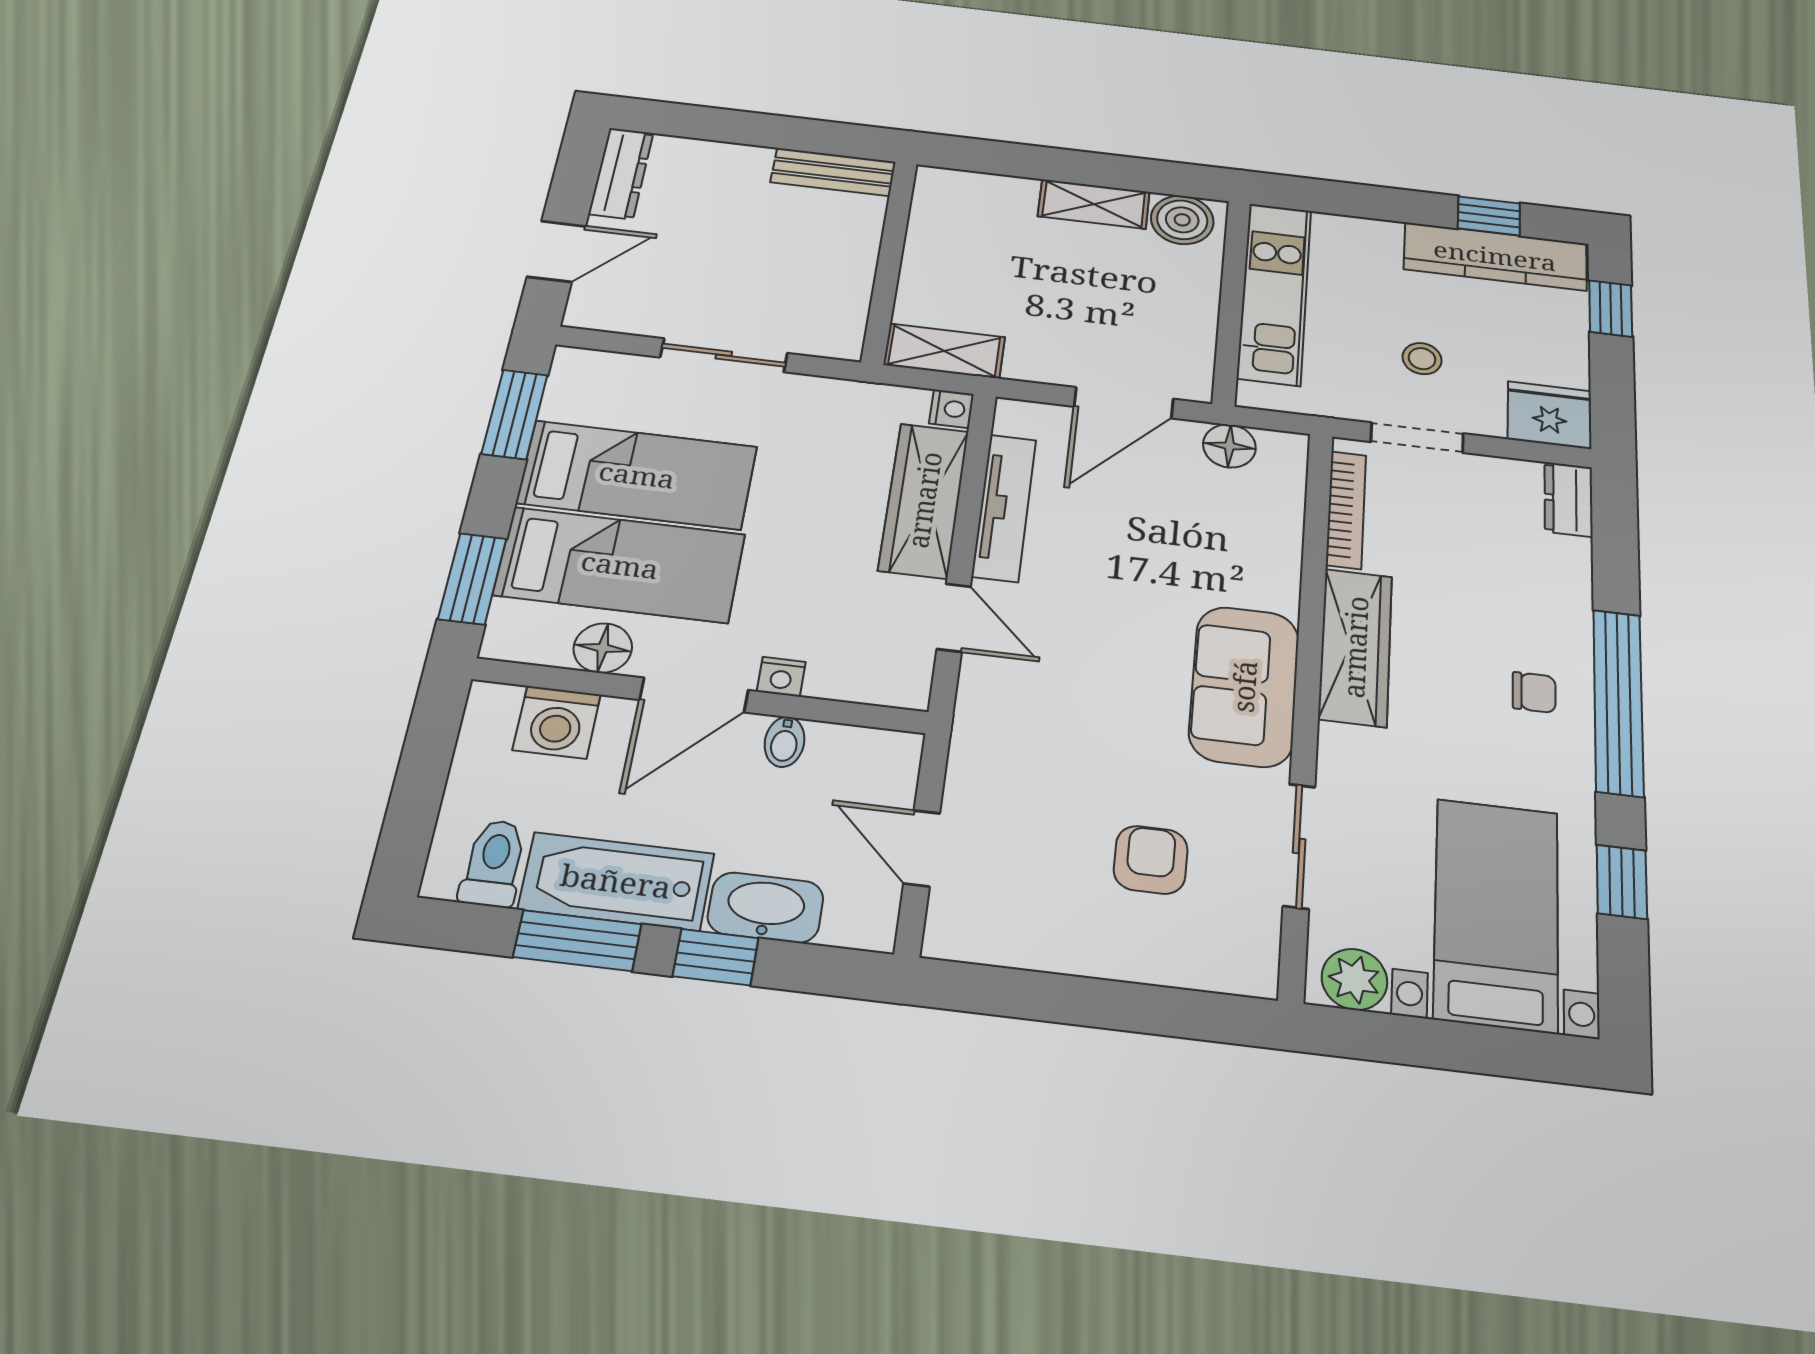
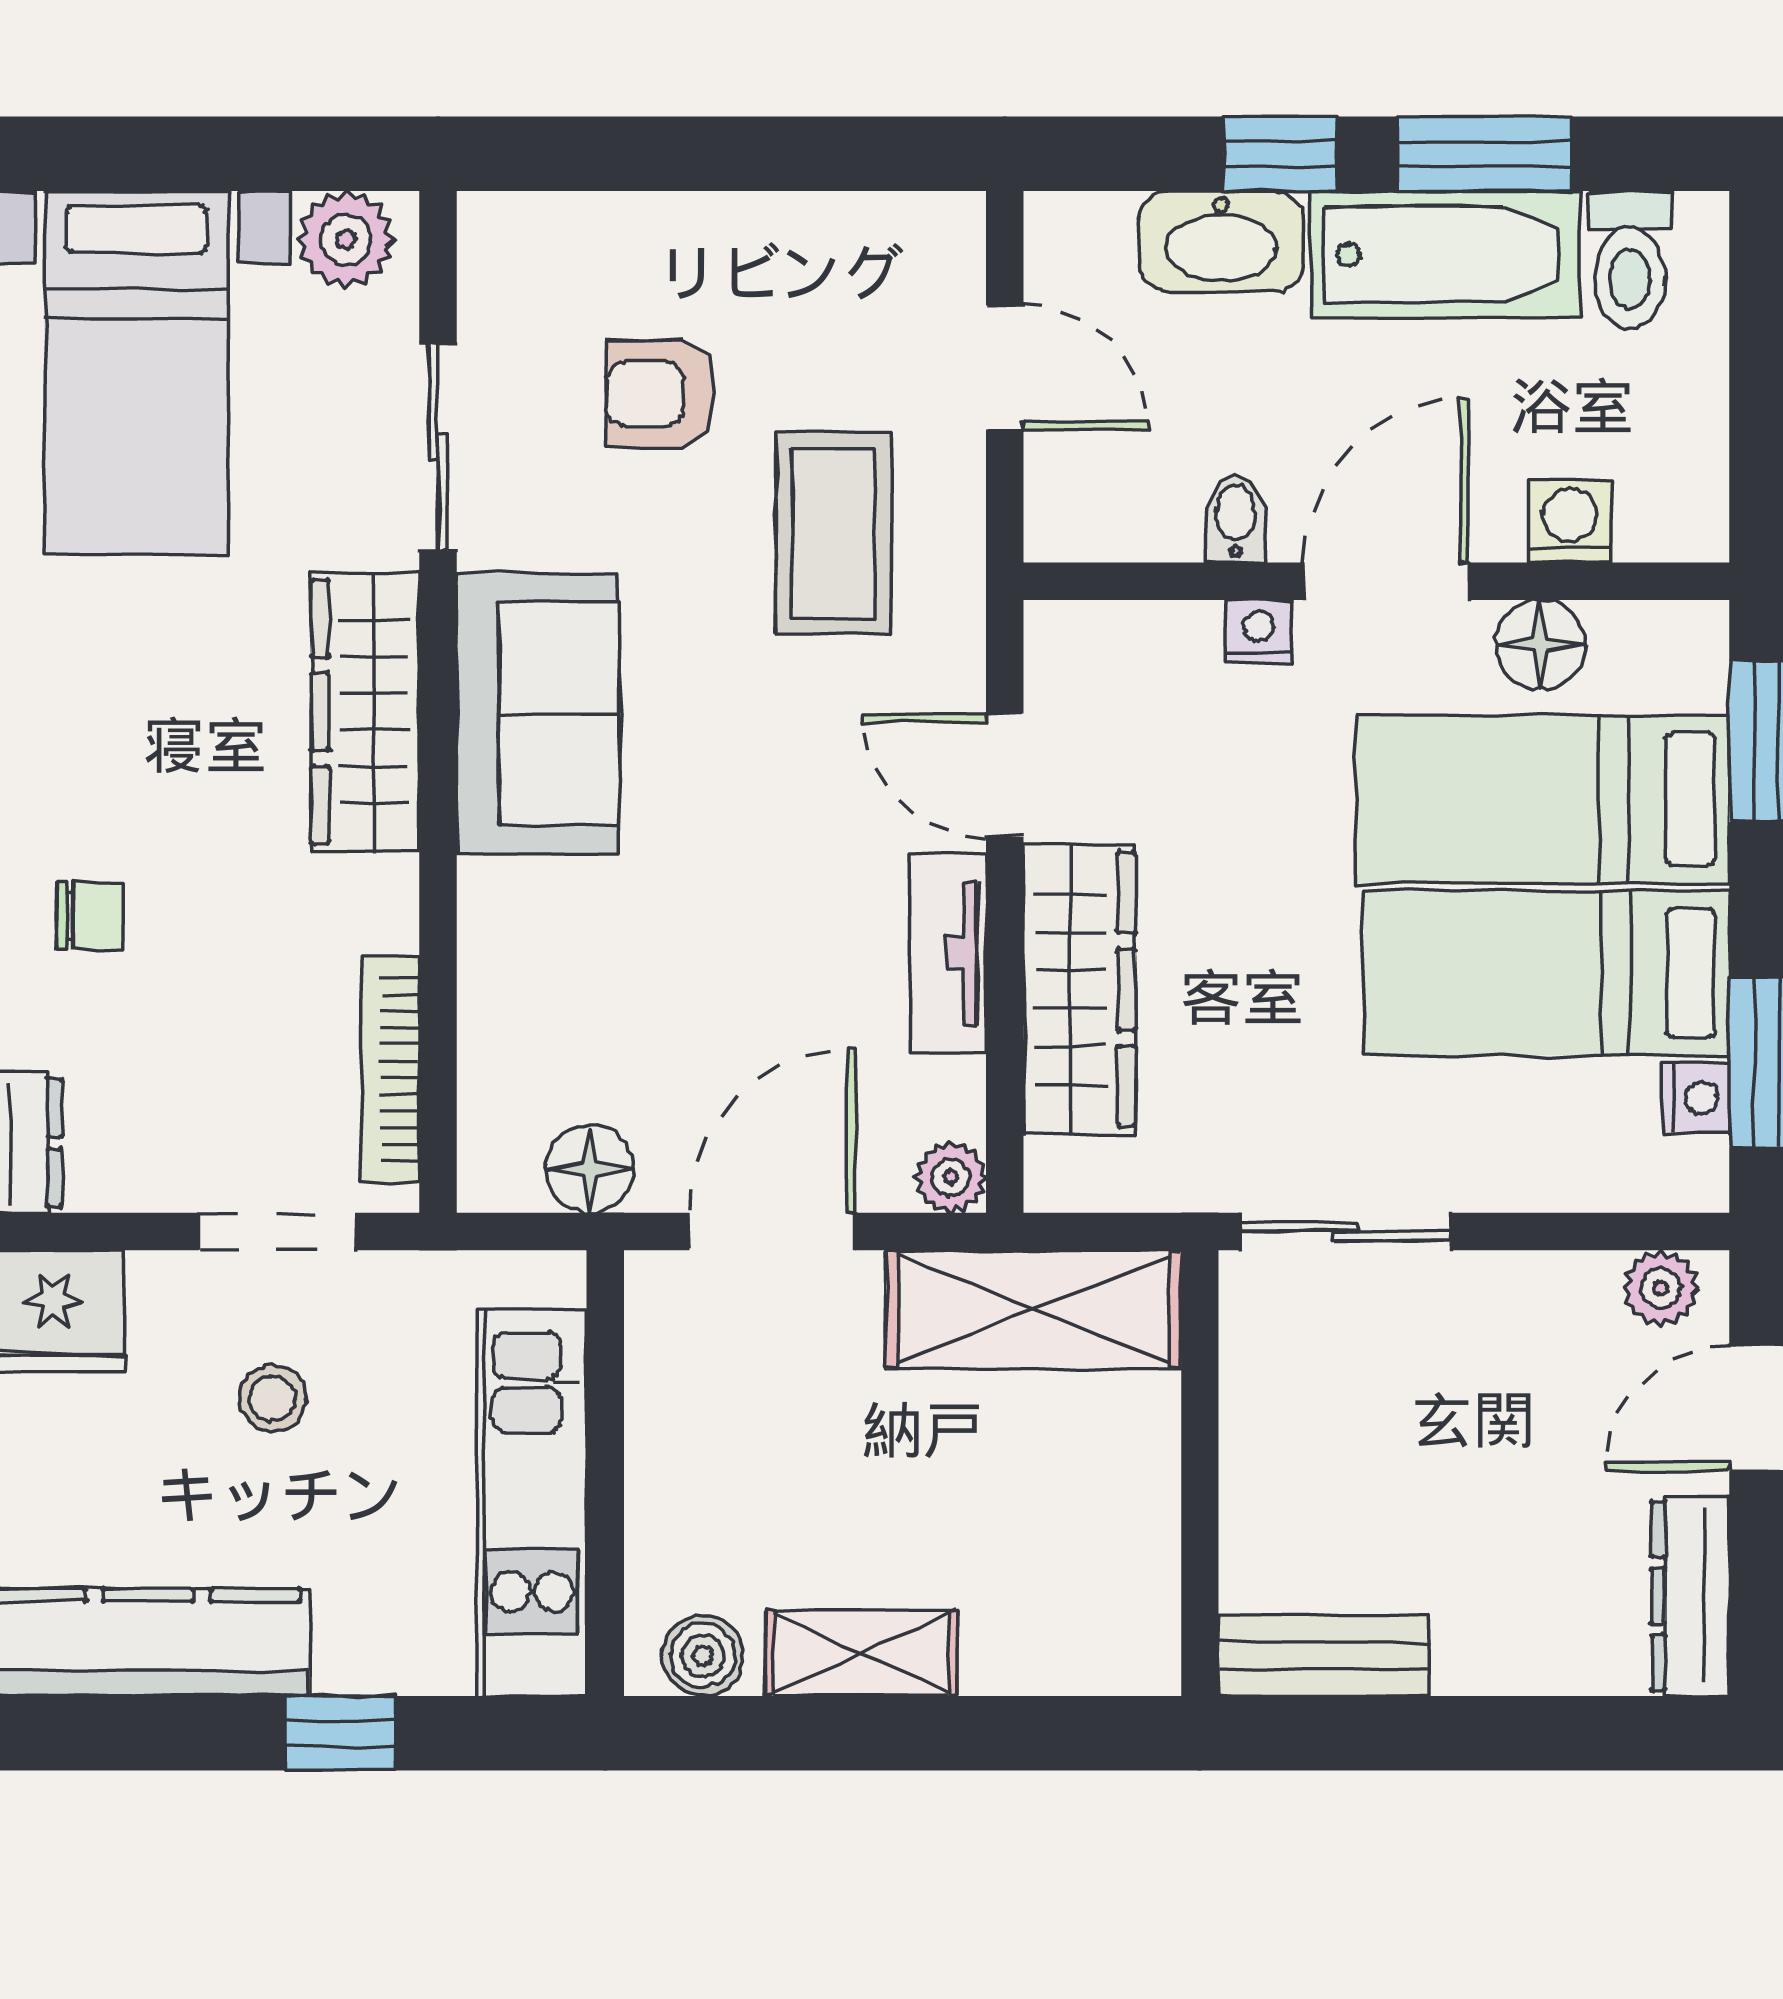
window: (1489, 216) -> (340, 1733), moved
boiler: (1182, 220) -> (703, 1656), width x0.73, depth x0.73
plant: (605, 314) -> (1661, 1288), added
shelving: (944, 351) -> (1034, 1309), width x1.50, depth x1.33
sliding door: (724, 355) -> (1345, 1232), moved
nightstand: (951, 409) -> (1696, 1098), moved, turned 180
plant: (1015, 416) -> (950, 1177), added
tv unit: (1004, 507) -> (948, 953), width x0.71
wardrobe: (1355, 647) -> (365, 712), moved
chair: (1534, 692) -> (90, 916), moved, turned 180
washing machine: (557, 722) -> (1570, 521), width x0.73, depth x0.73
coffee table: (1046, 765) -> (834, 533), added
armchair: (1151, 860) -> (660, 394), turned 90

